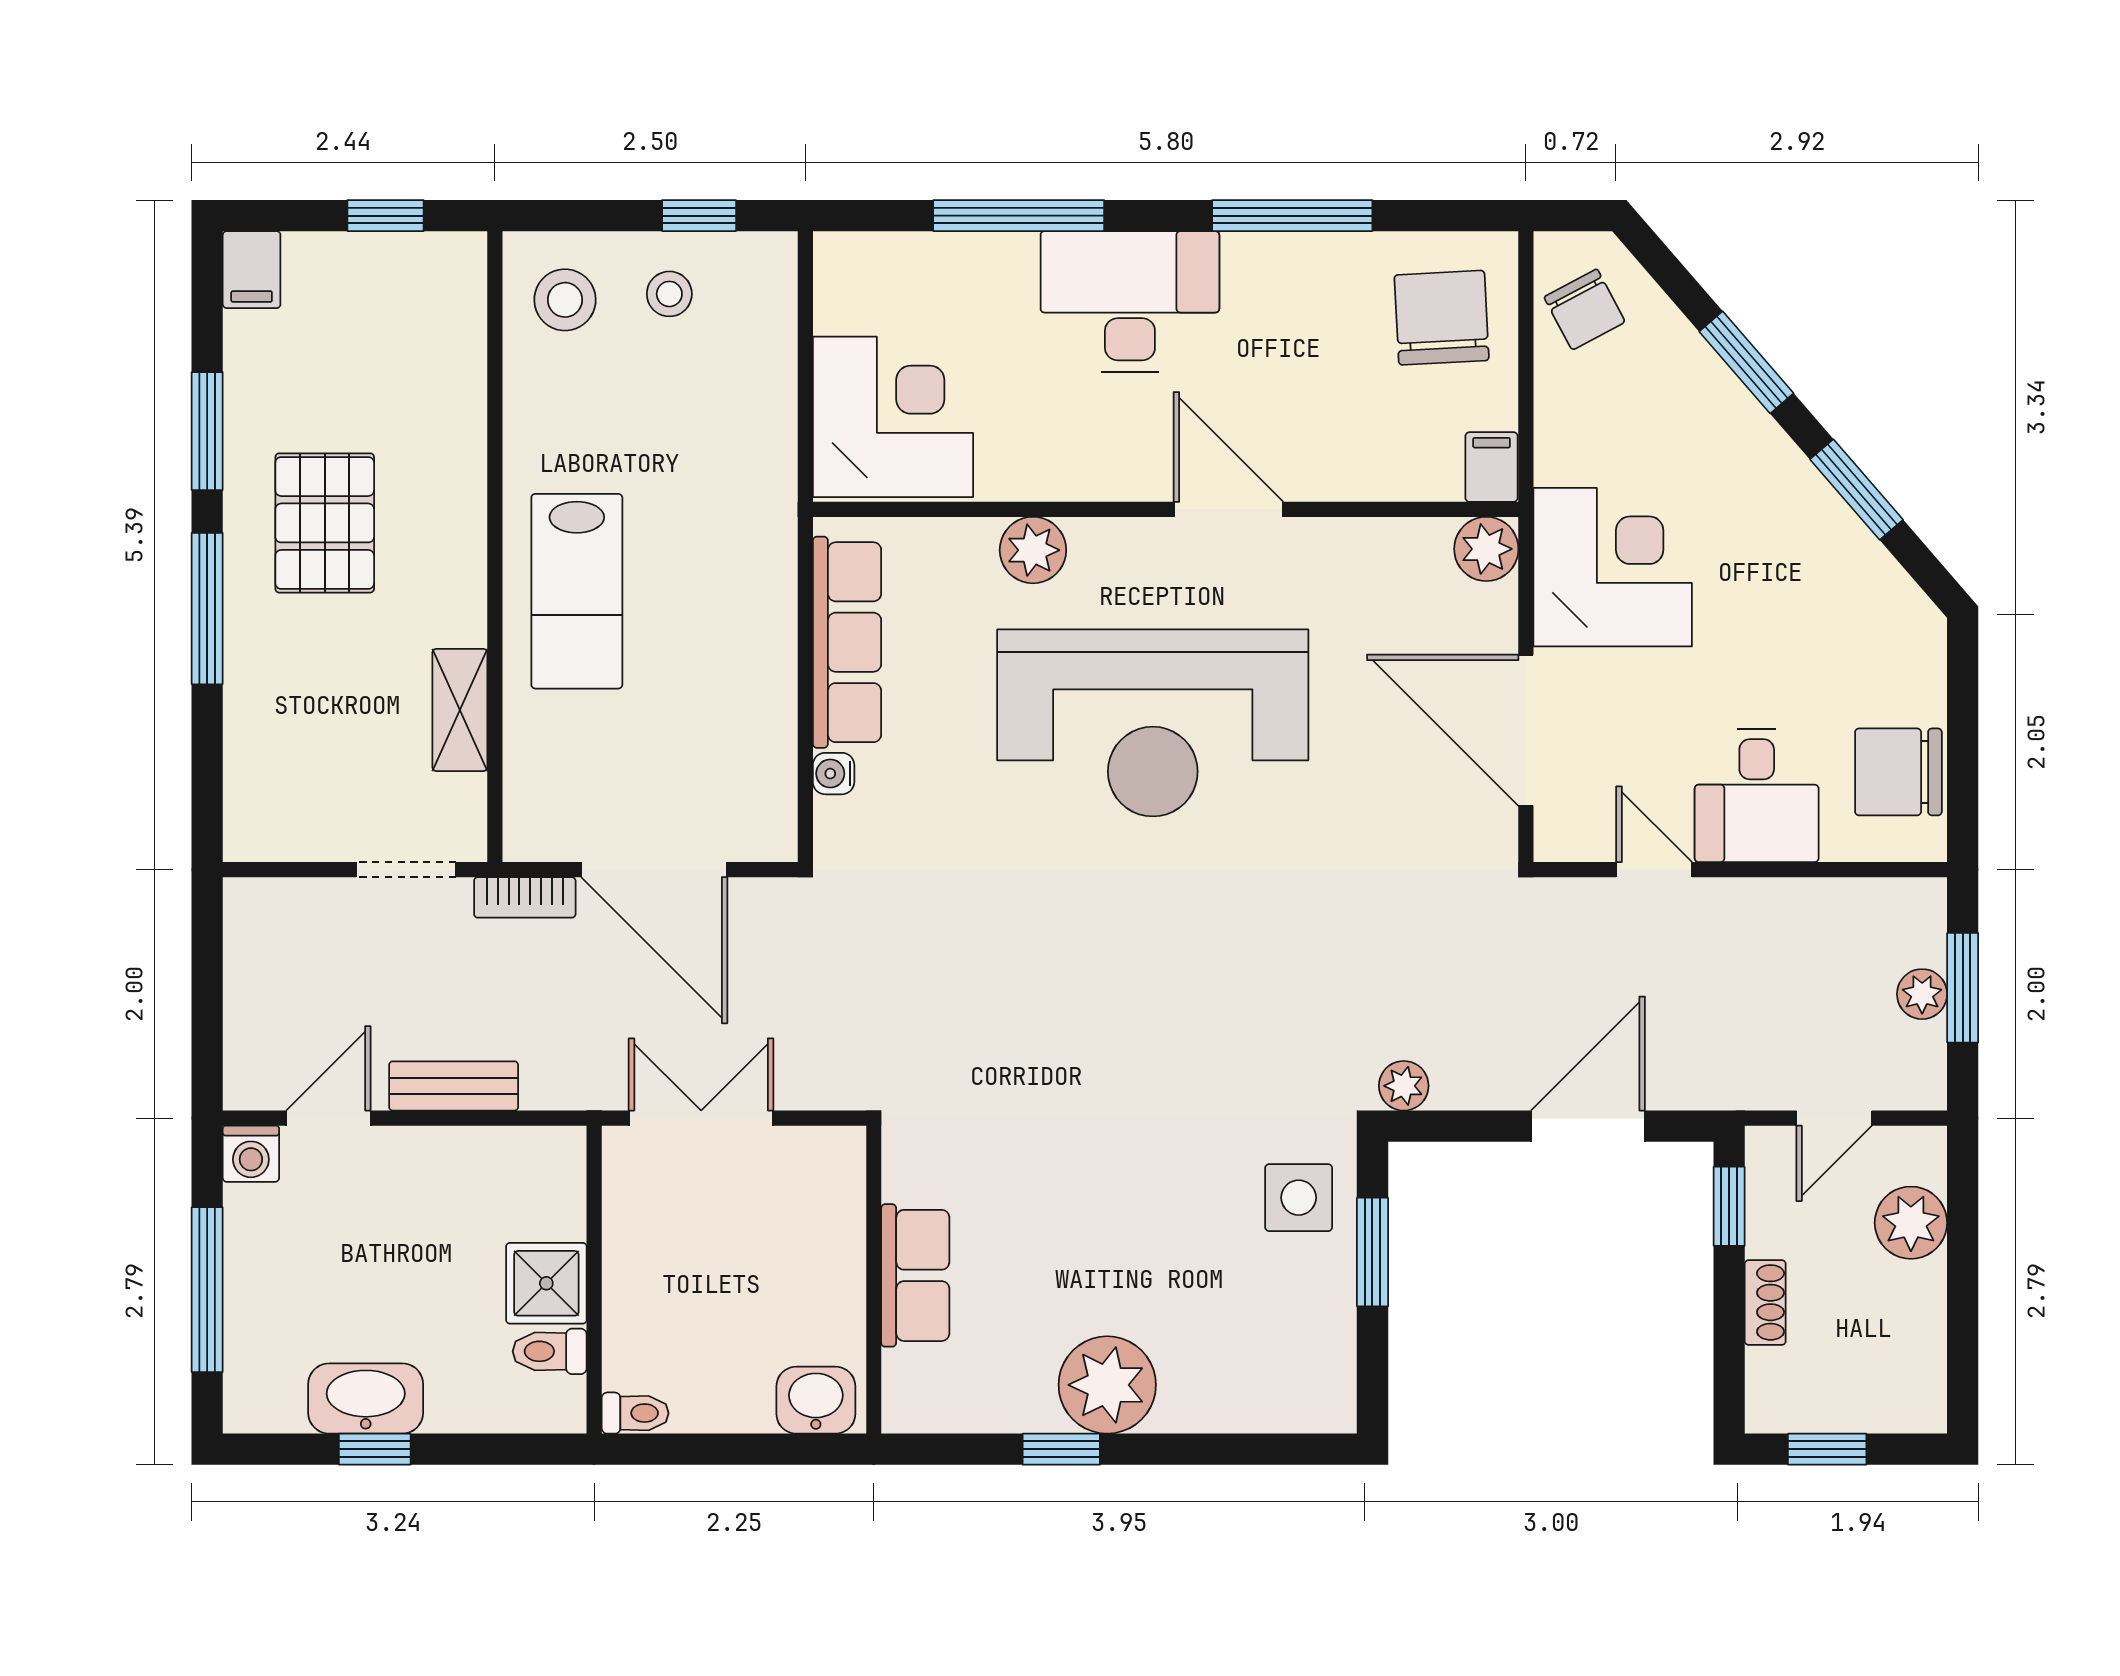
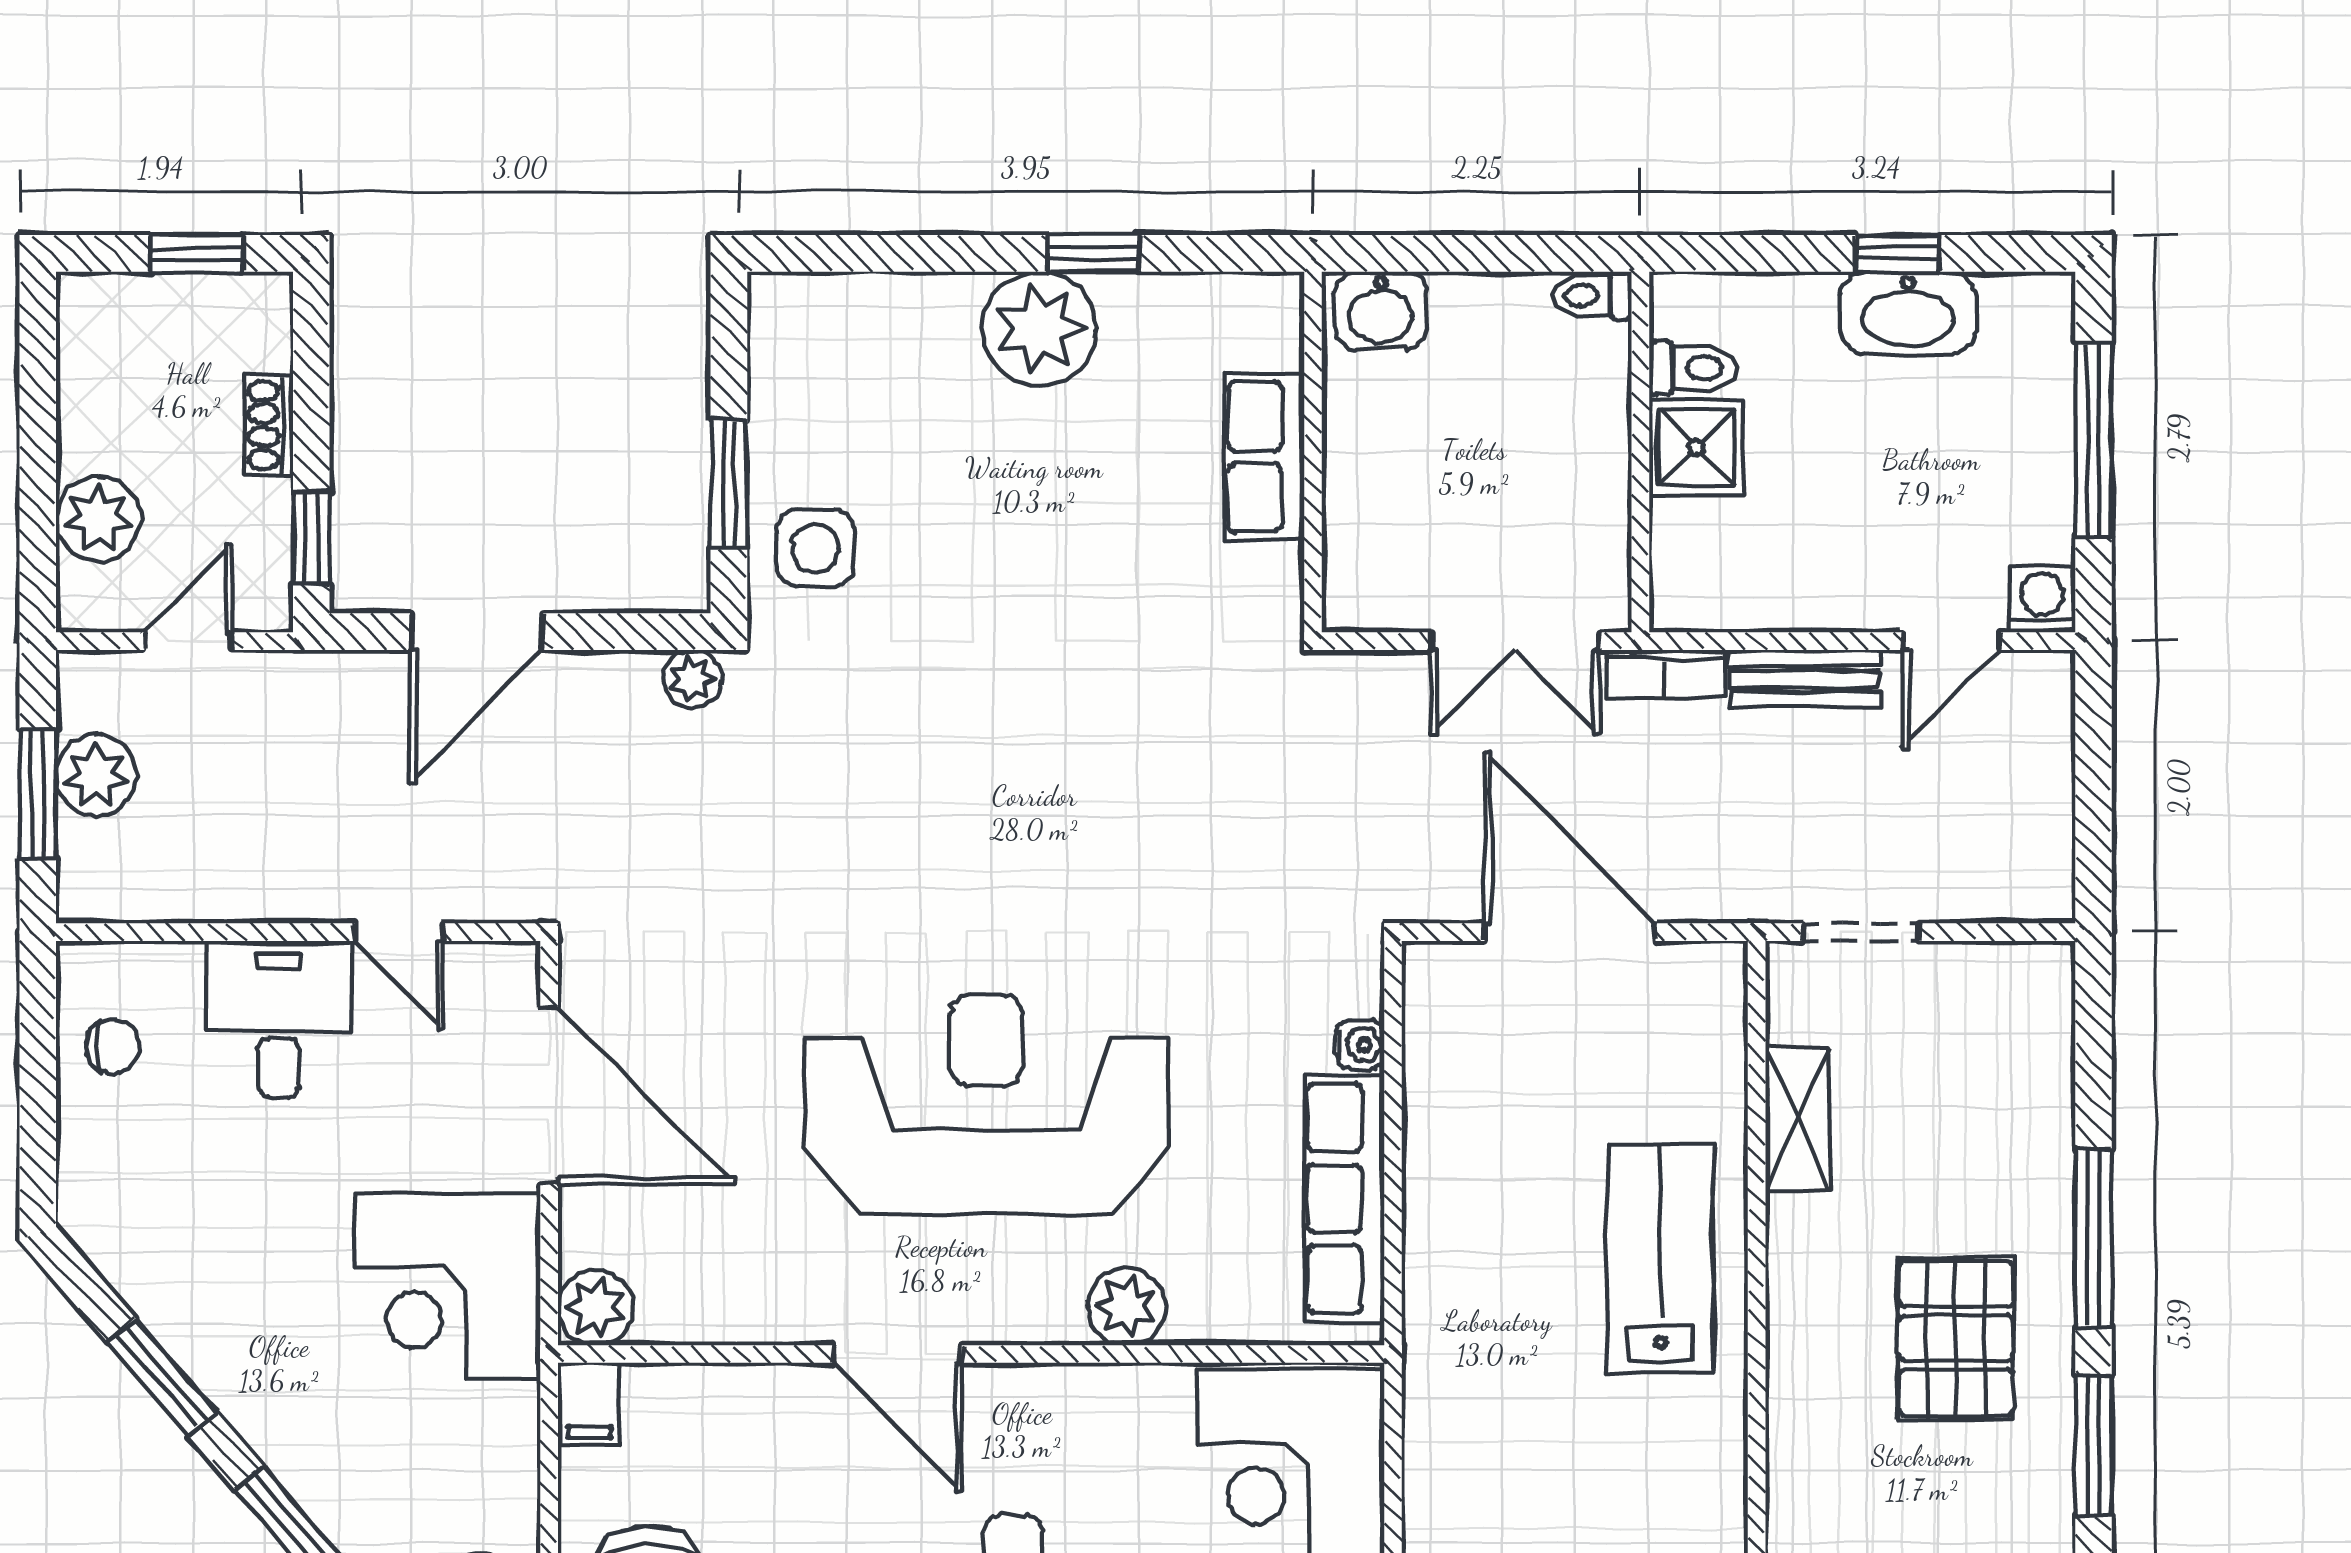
chair: (1898, 772) -> (113, 1047), width x0.54, depth x0.54
bookcase: (525, 897) -> (1664, 674), moved, turned 180
plant: (1922, 994) -> (96, 775), width x1.38, depth x1.38

